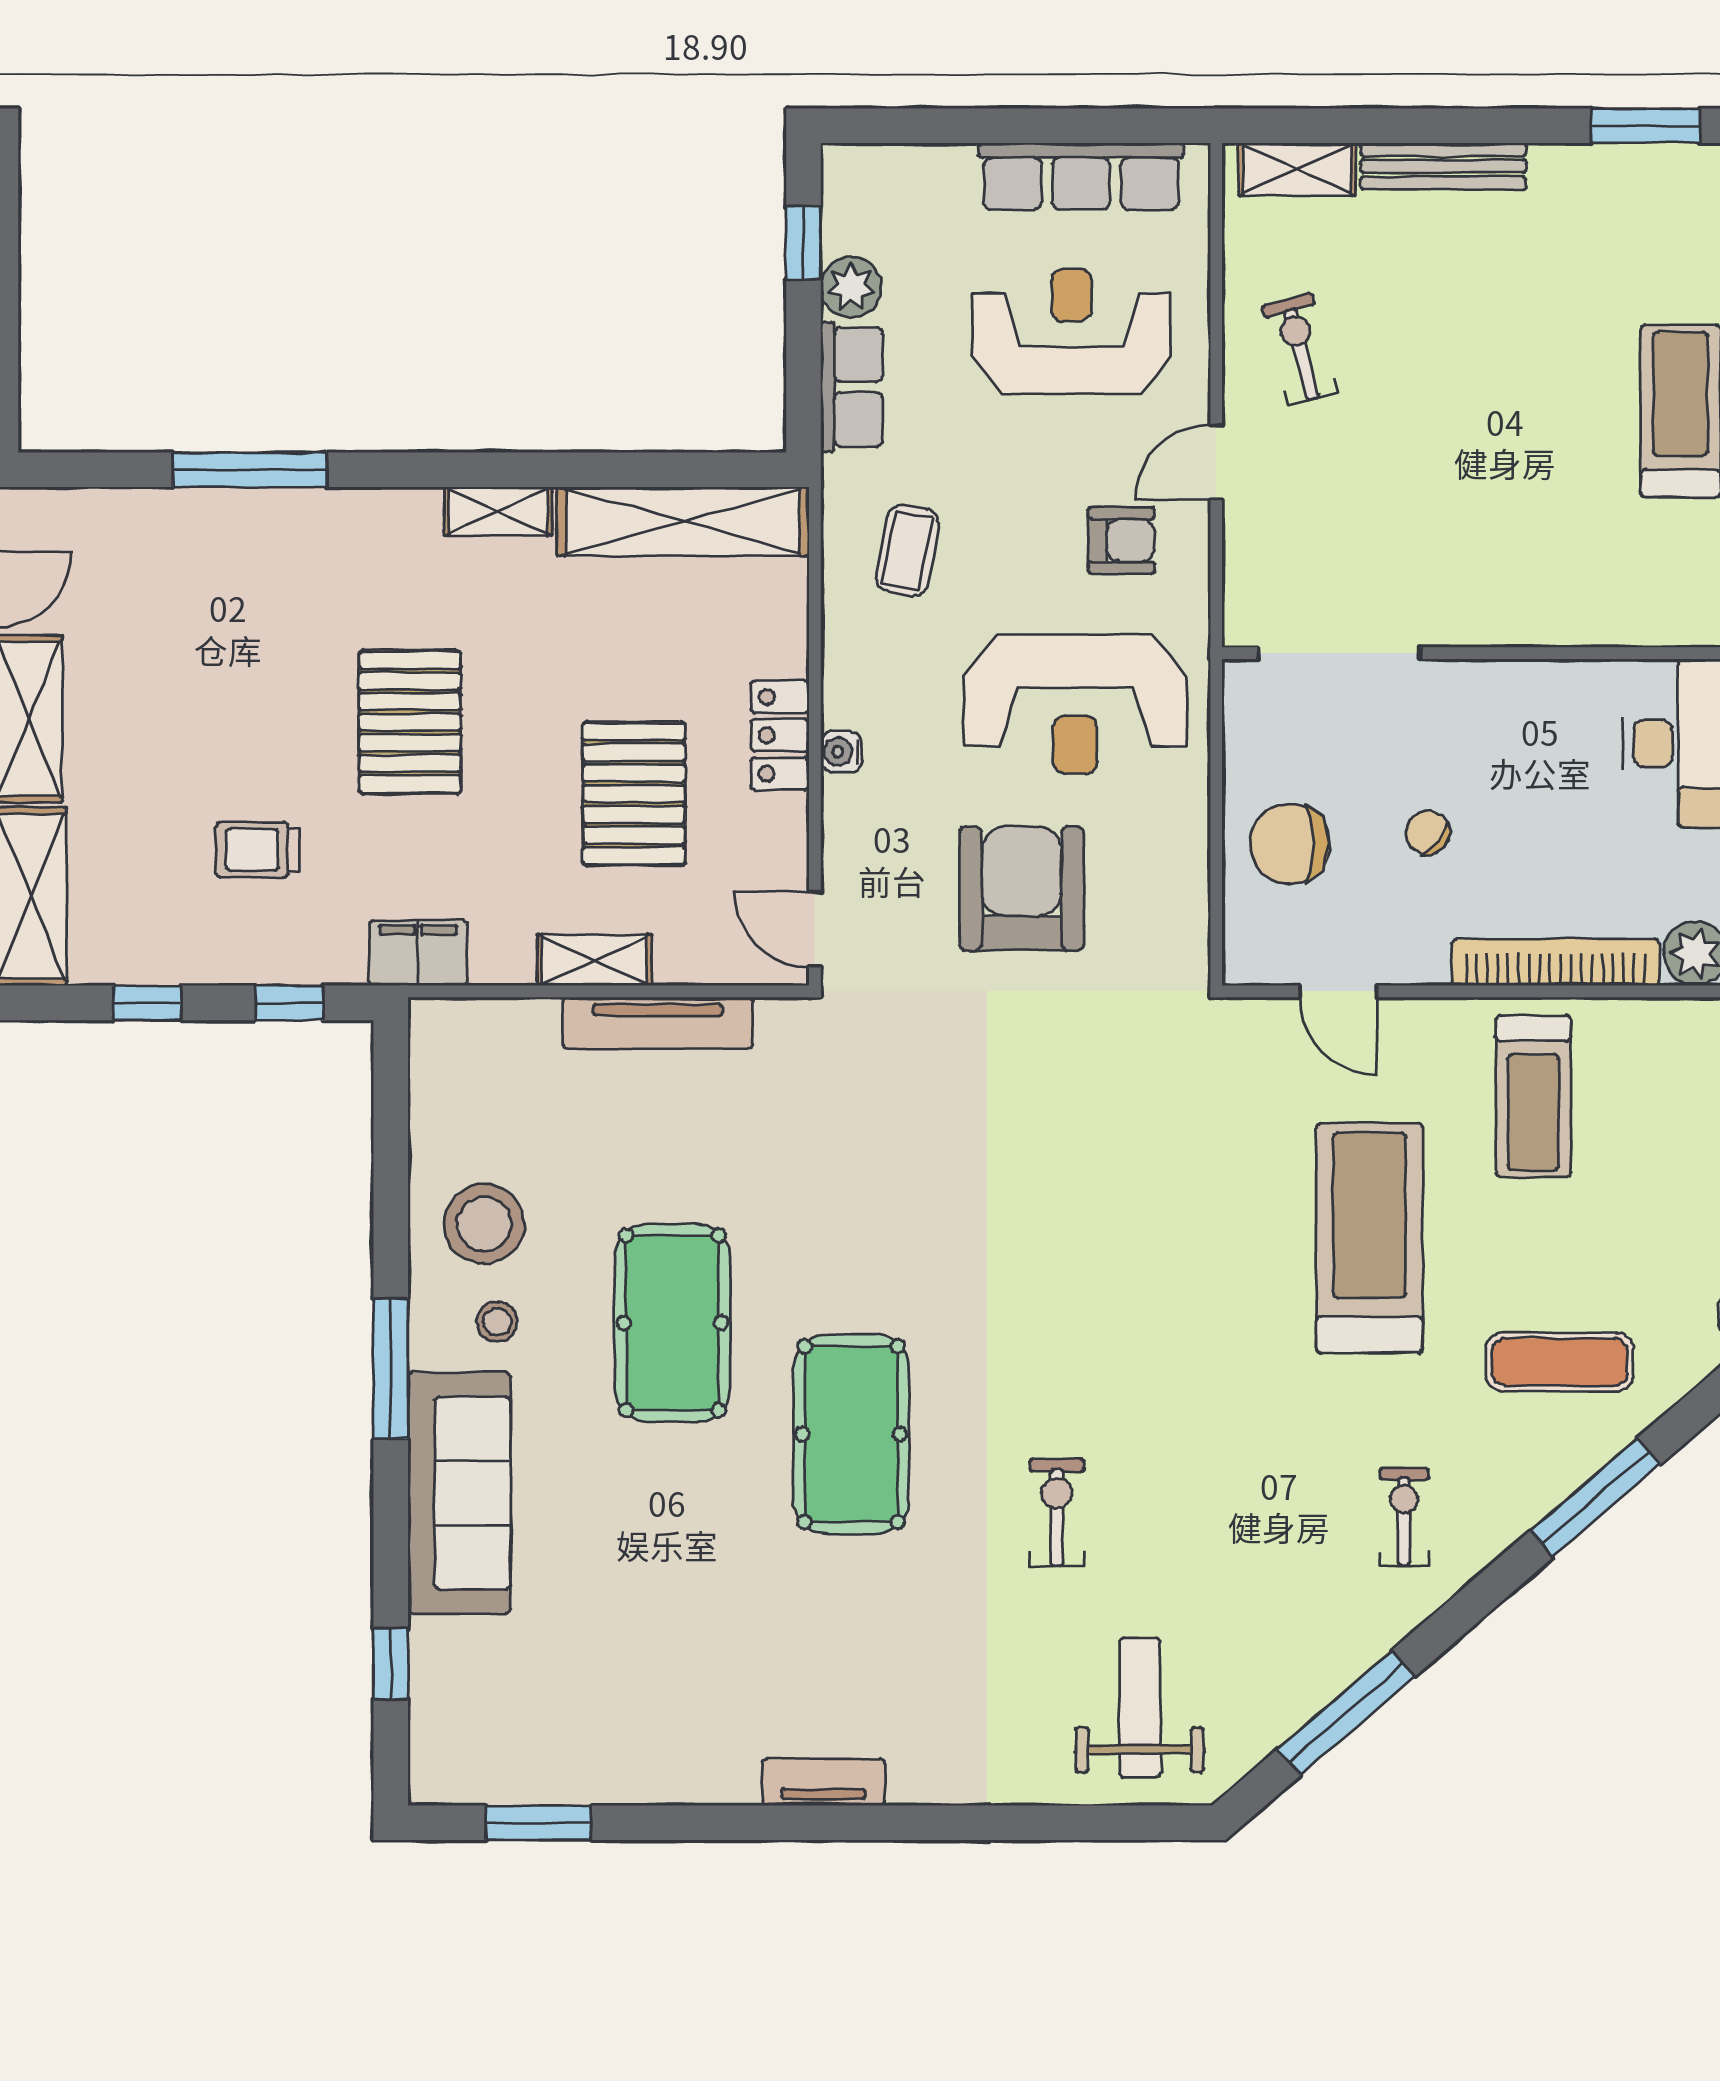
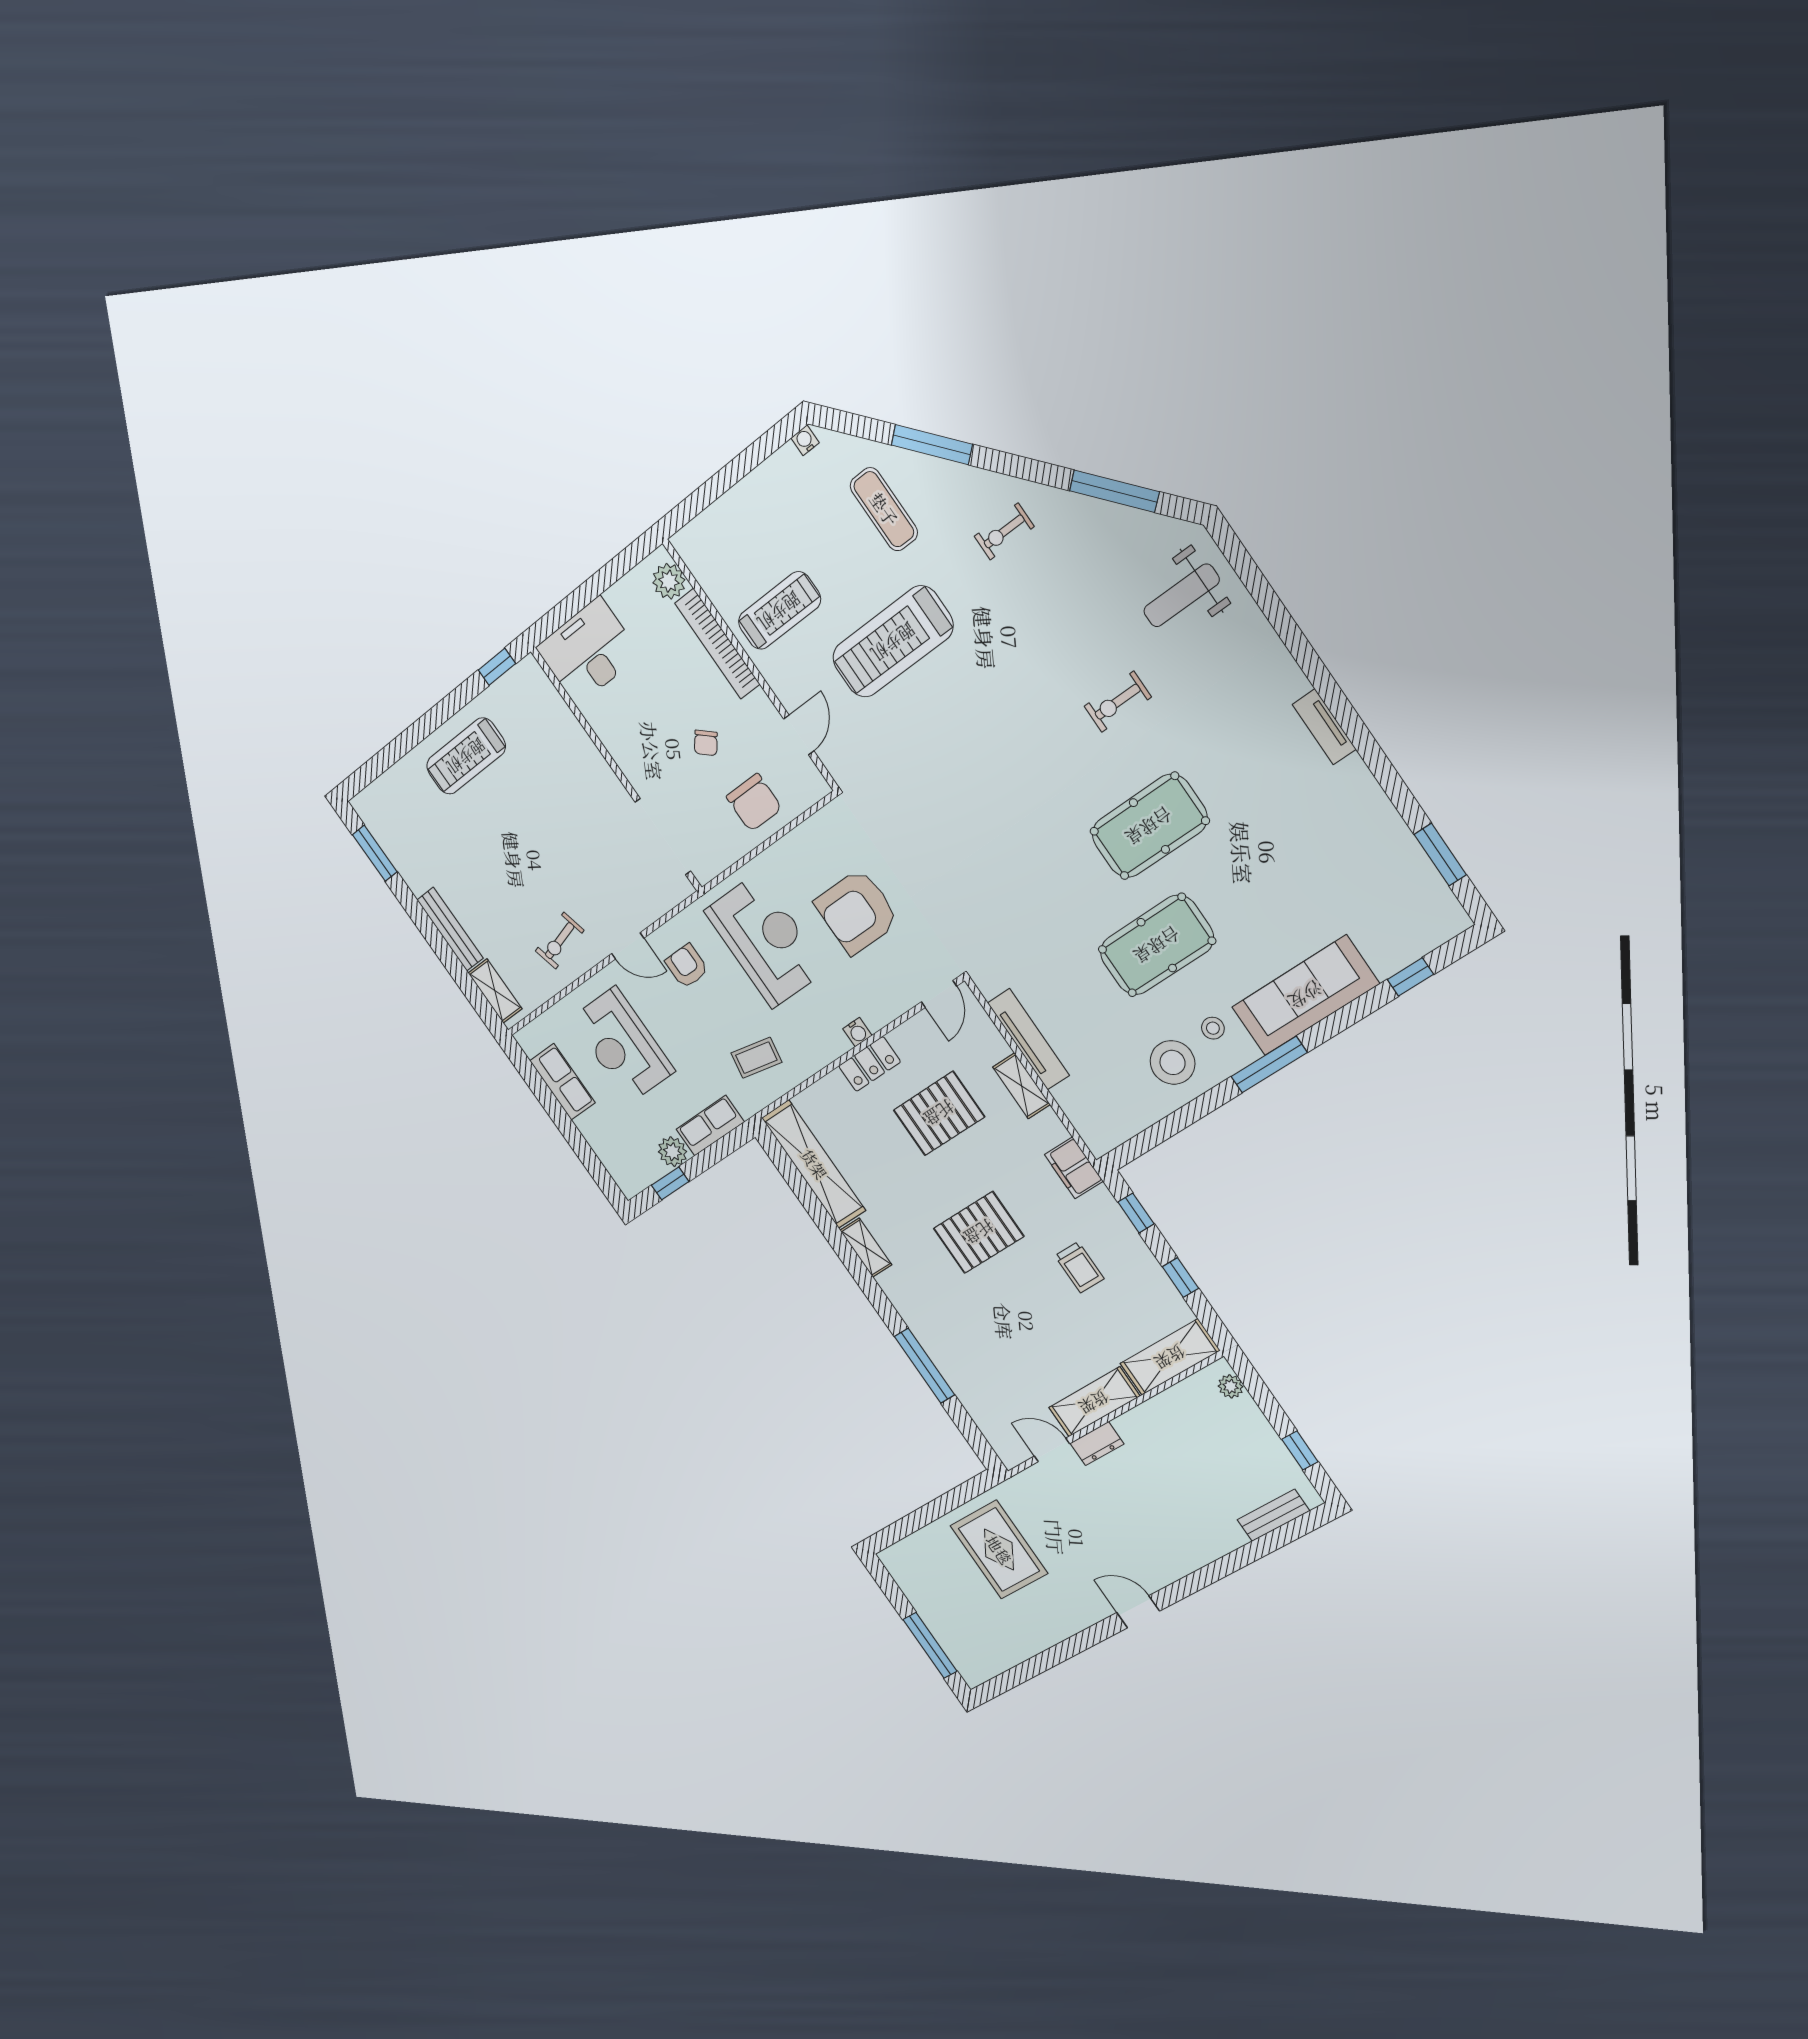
row of seats: (1081, 176) -> (562, 1082), width x0.68

